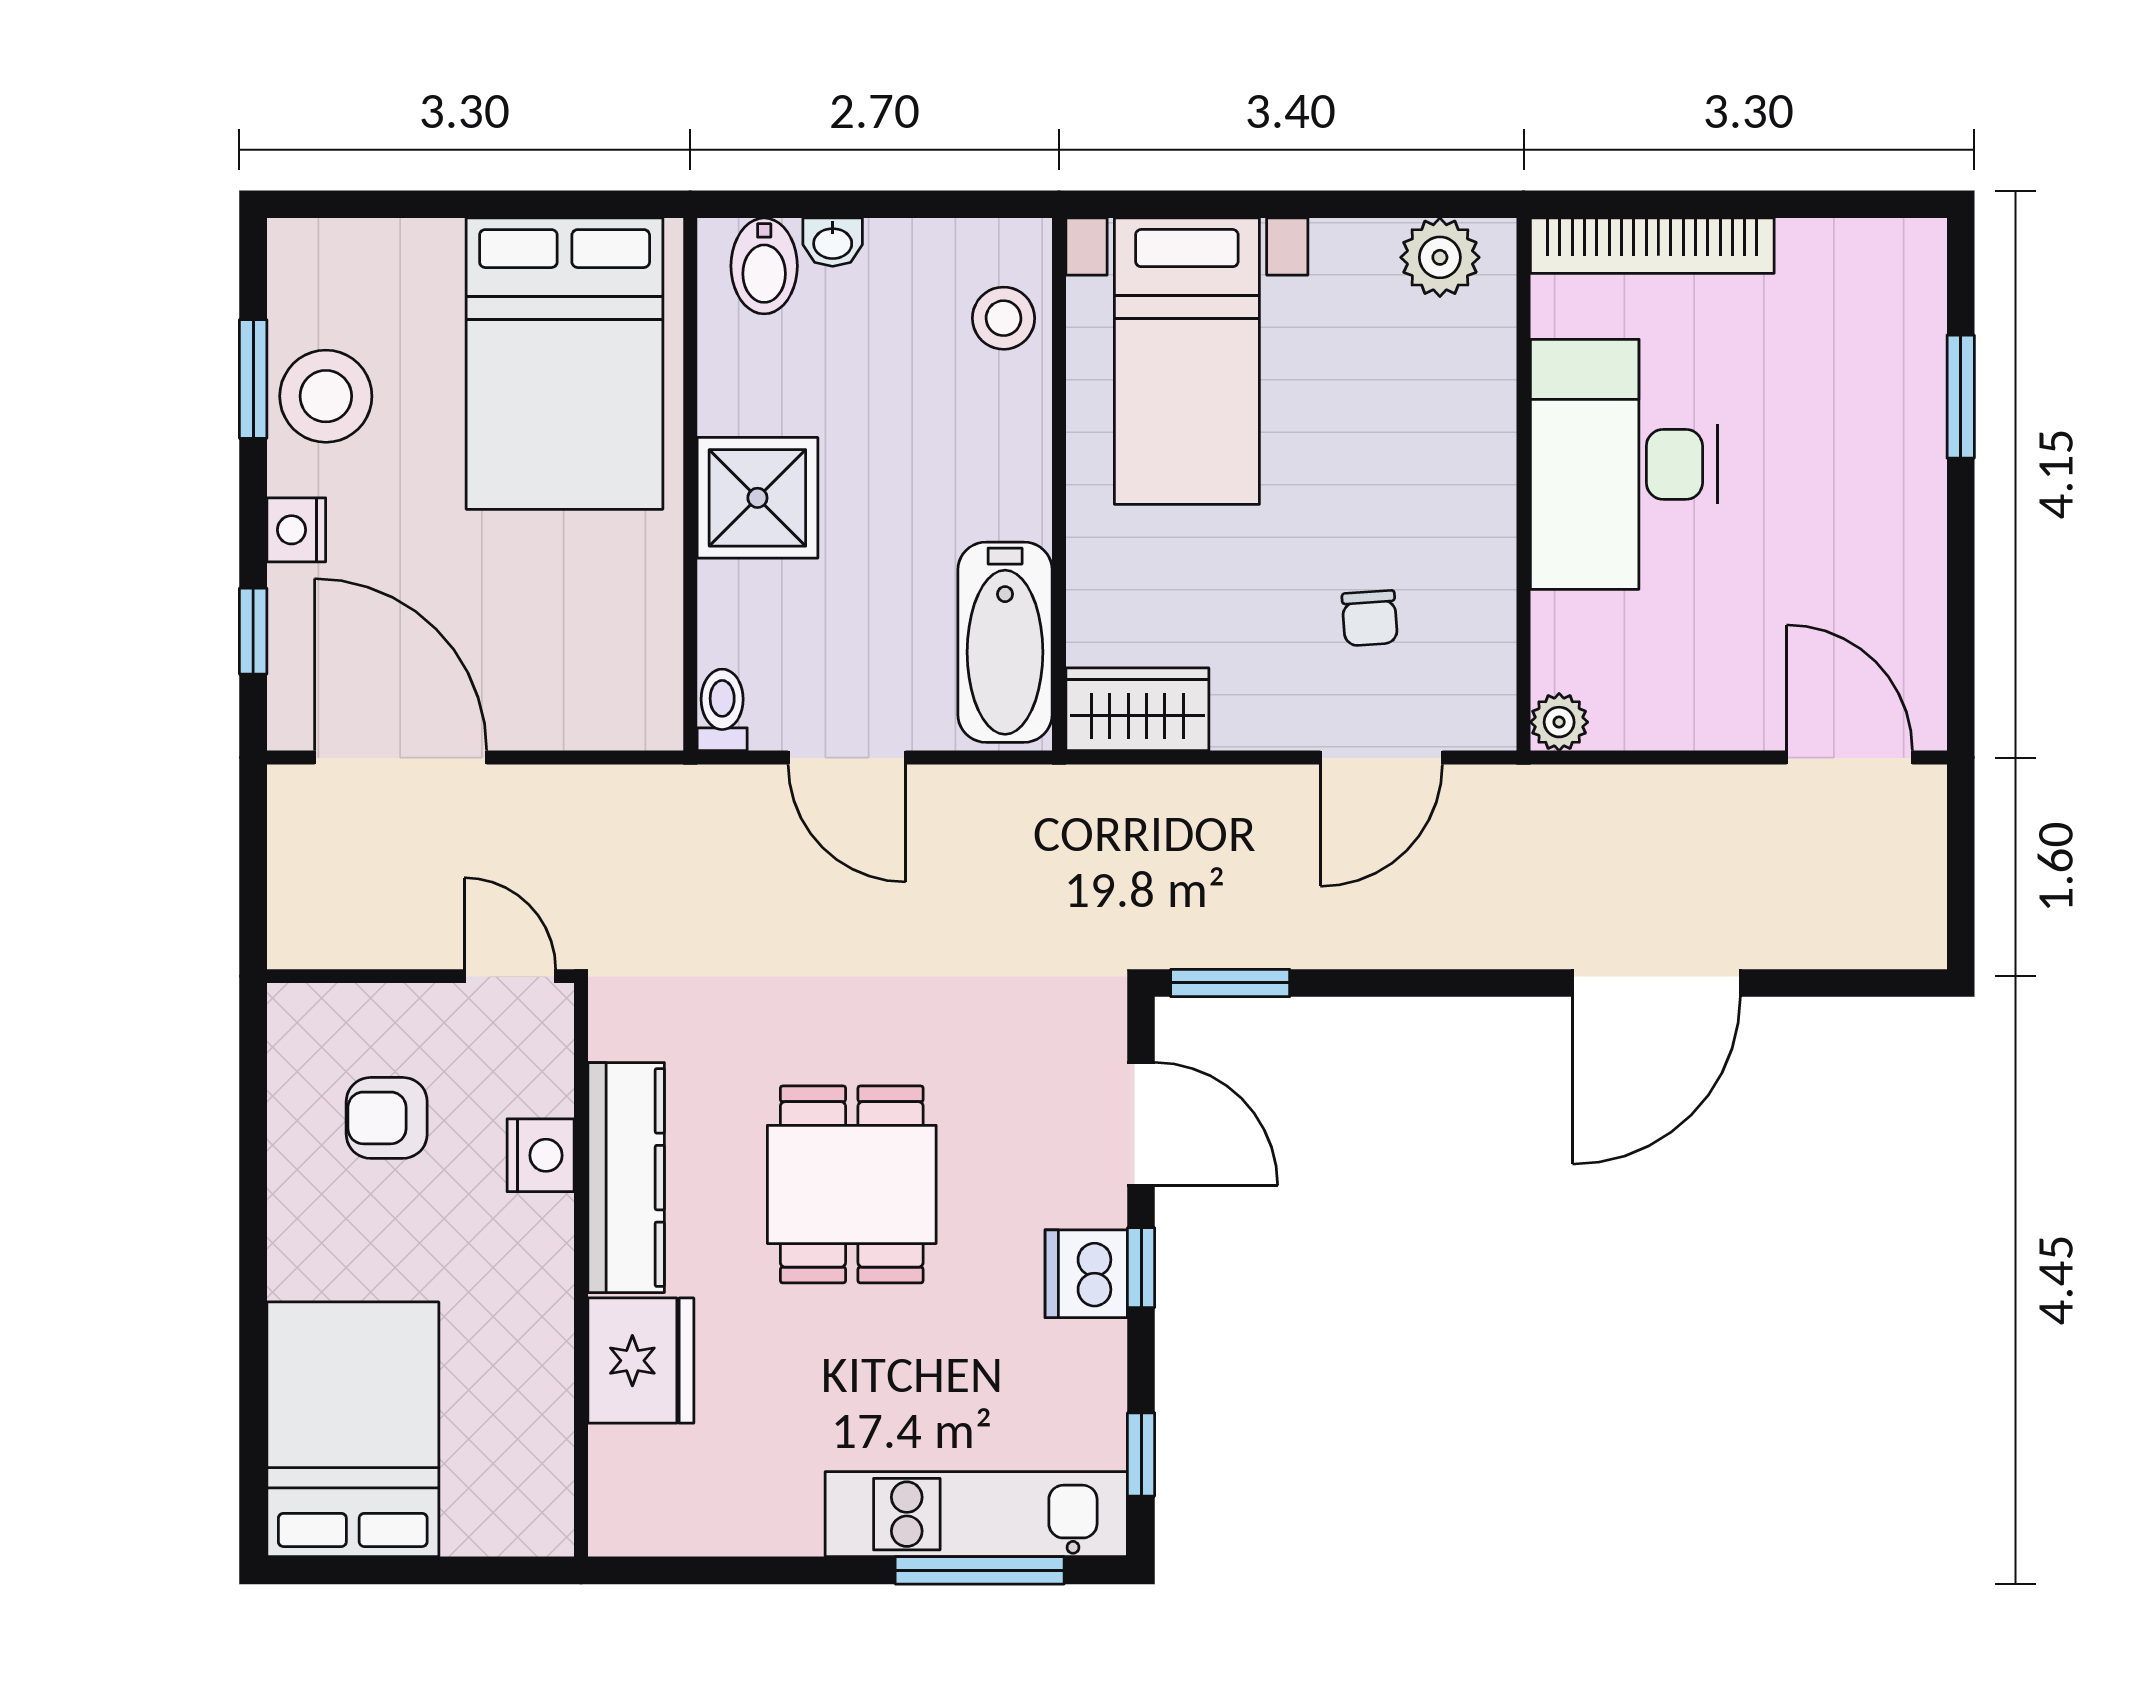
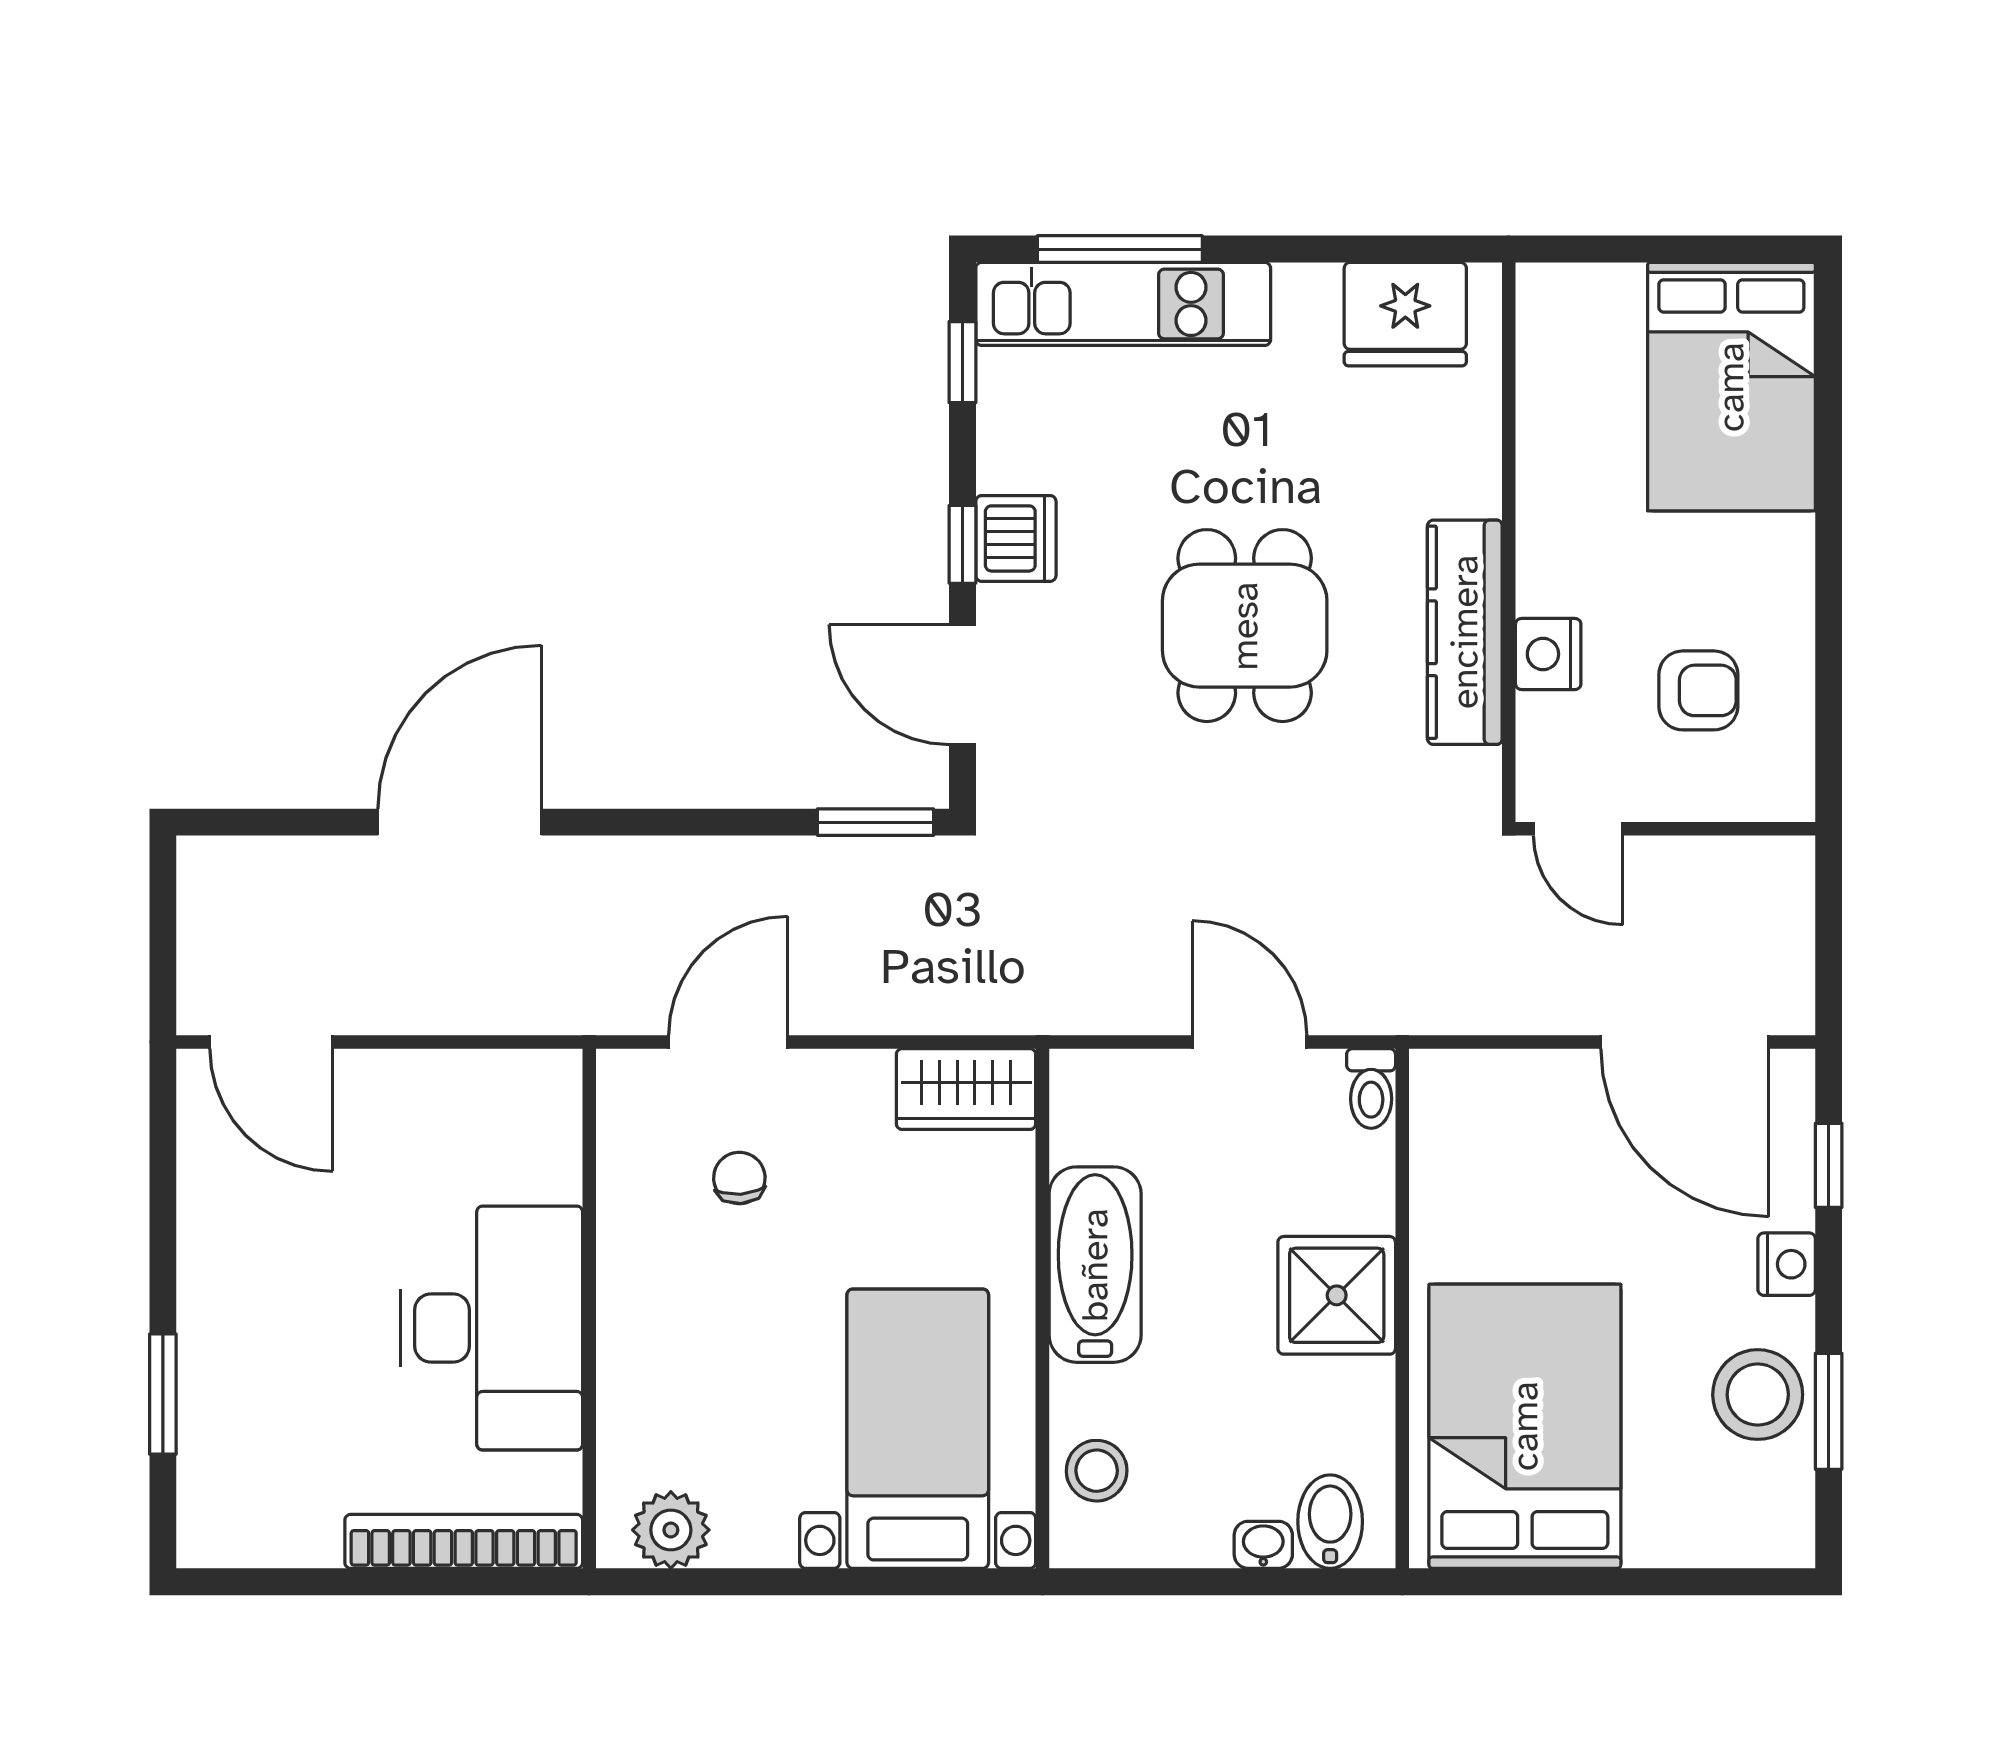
bathtub: (1005, 642) -> (1095, 1265), moved
plant: (1559, 722) -> (555, 1077), removed
fridge: (641, 1361) -> (1405, 314), moved, turned -90

